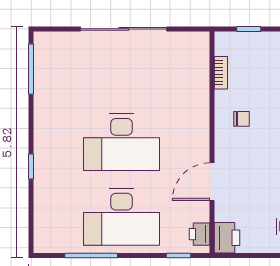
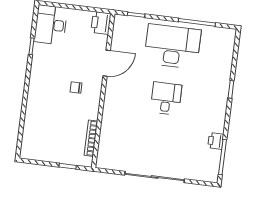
bookcase: (221, 73) -> (91, 138), width x1.56
chair: (242, 119) -> (76, 88), moved
desk: (121, 142) -> (166, 98), width x0.53, depth x0.77
printer: (199, 234) -> (216, 141), moved, turned 180

